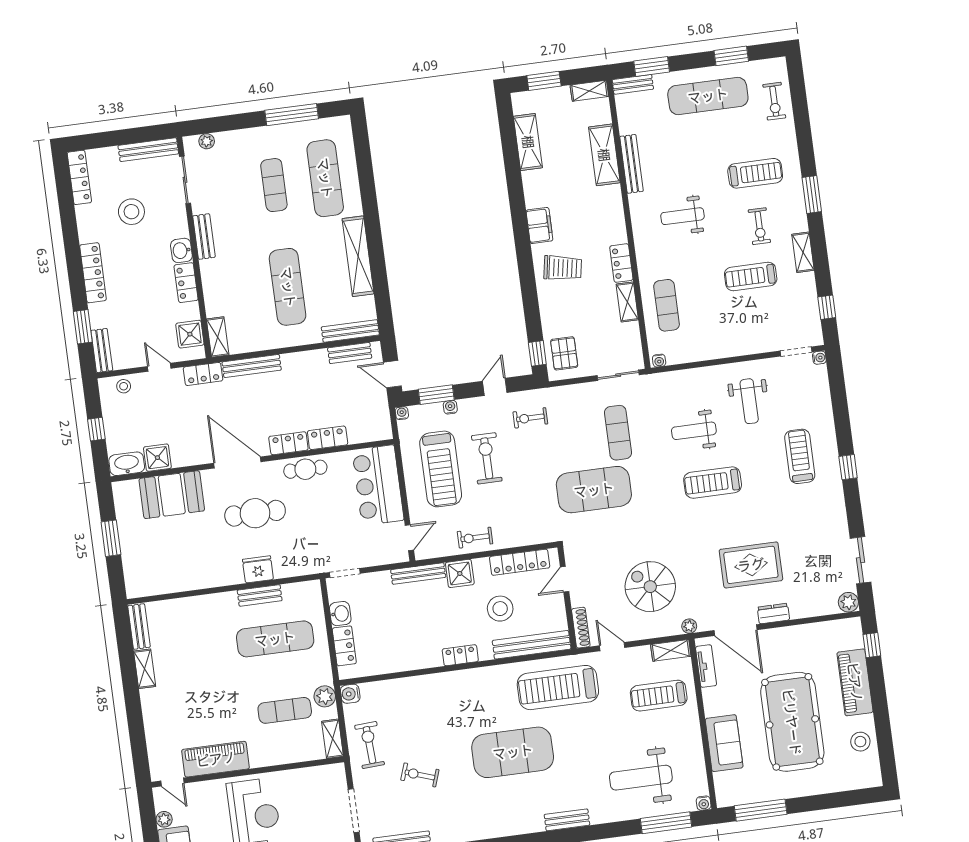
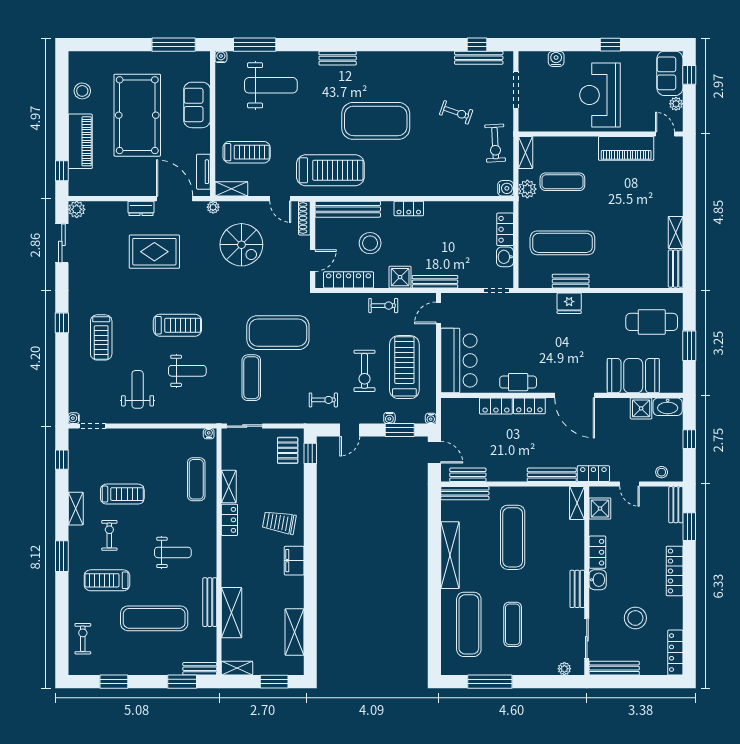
exercise mat: (708, 96) -> (154, 618), moved
cafe table: (255, 513) -> (652, 322), moved

